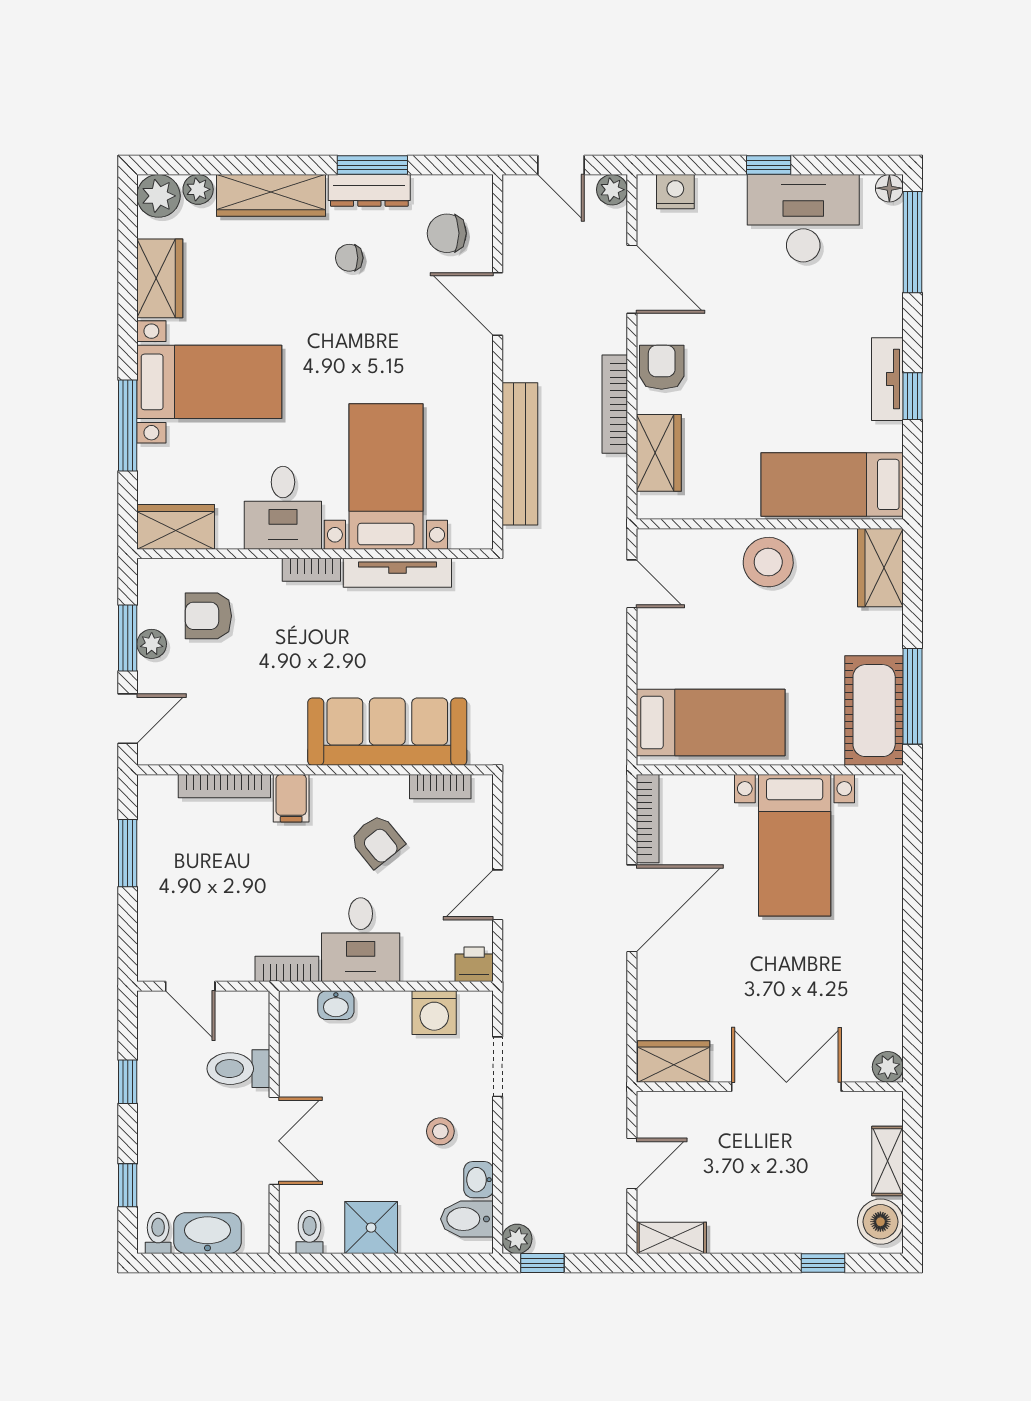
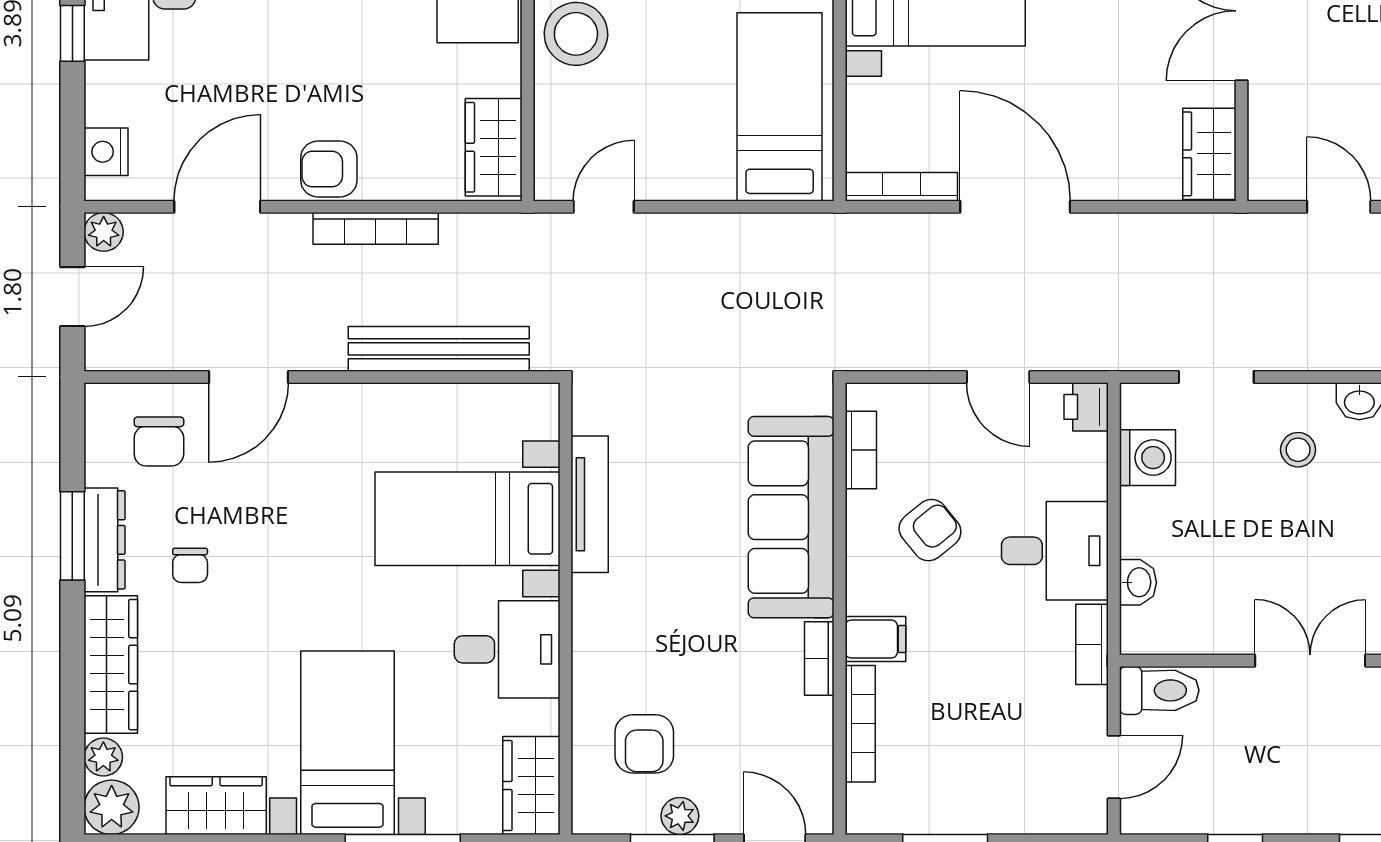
wardrobe: (659, 453) -> (494, 147), moved, turned -90
bookcase: (311, 570) -> (819, 659), moved, turned 180
toilet: (238, 1069) -> (1159, 690), moved, turned -90

